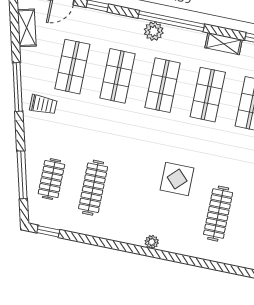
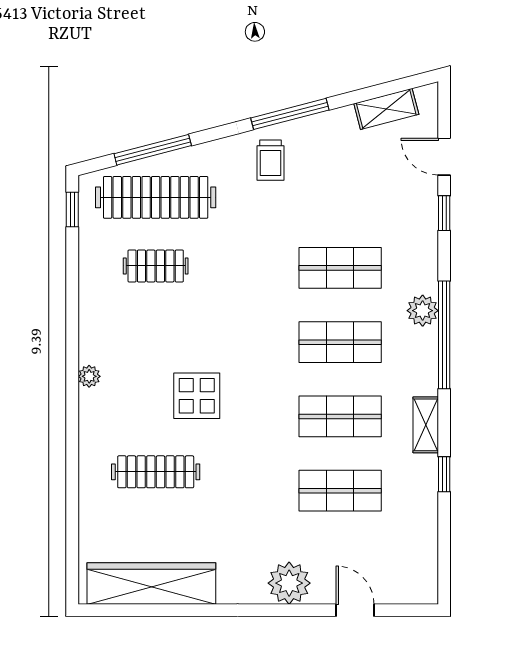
shop shelf: (72, 67) -> (340, 194), removed
clothes rail: (51, 179) -> (156, 197), width x1.86, depth x1.31
clothes rail: (93, 188) -> (156, 266), width x0.73

